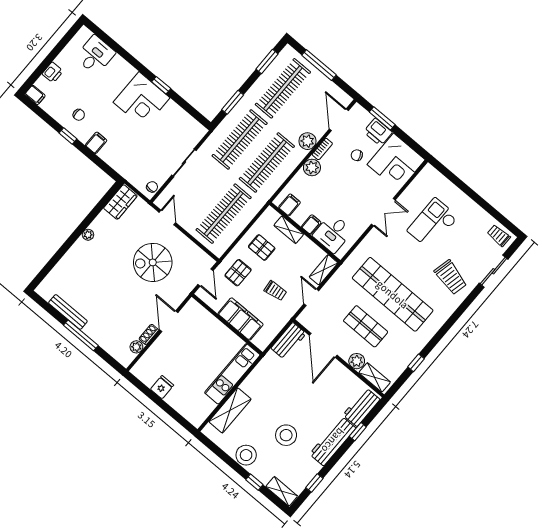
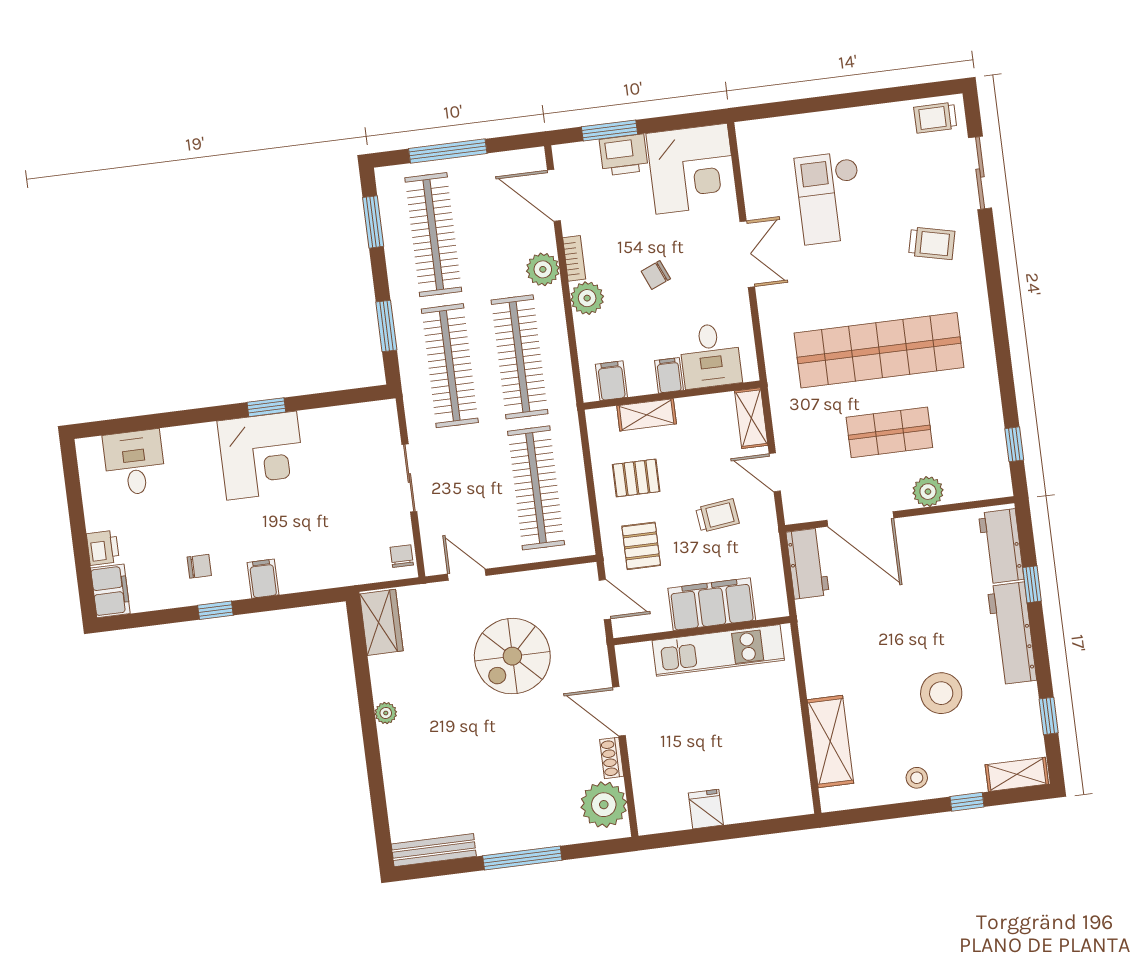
filing cabinet: (35, 95) -> (110, 591), width x2.00
chair: (357, 155) -> (656, 275), moved
trolley: (451, 277) -> (932, 243), width x0.73, depth x0.72
bench: (68, 312) -> (434, 850), moved
plant: (136, 347) -> (604, 805), width x1.87, depth x1.87
window: (416, 363) -> (1014, 444), moved
kitchen unit: (232, 374) -> (718, 650), moved, turned -90
shelving: (375, 377) -> (976, 487), removed
stool: (246, 455) -> (917, 778), width x0.53, depth x0.53

